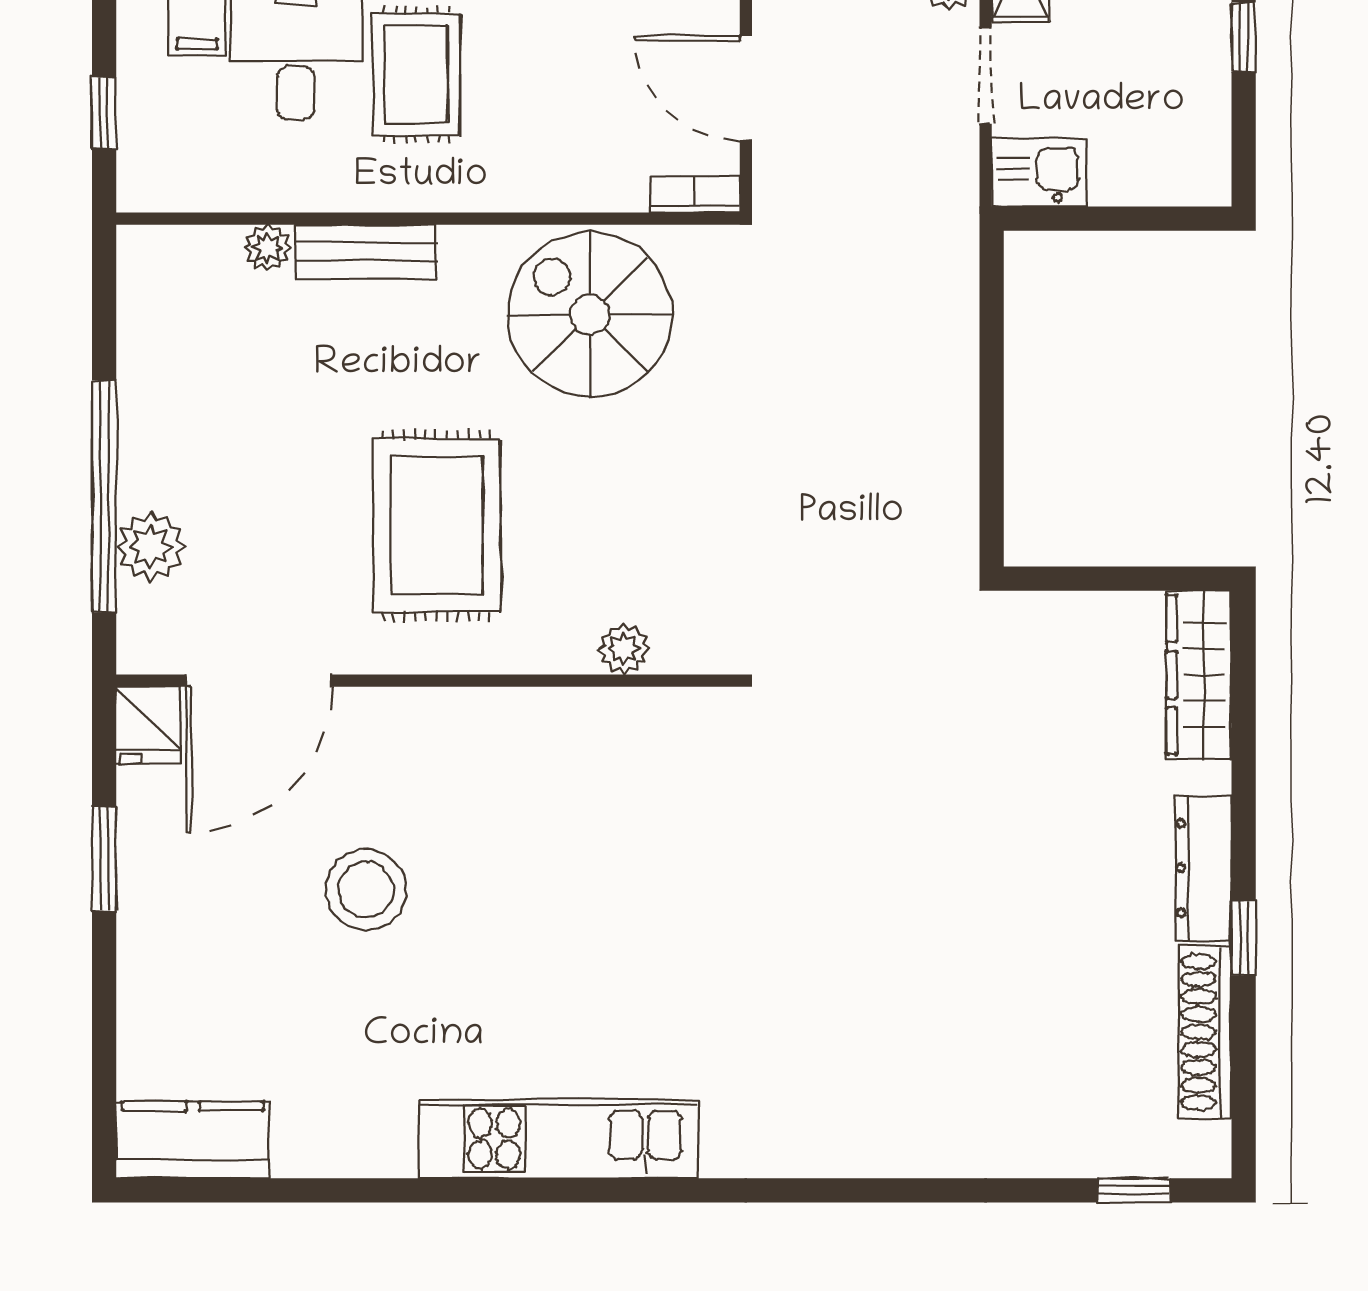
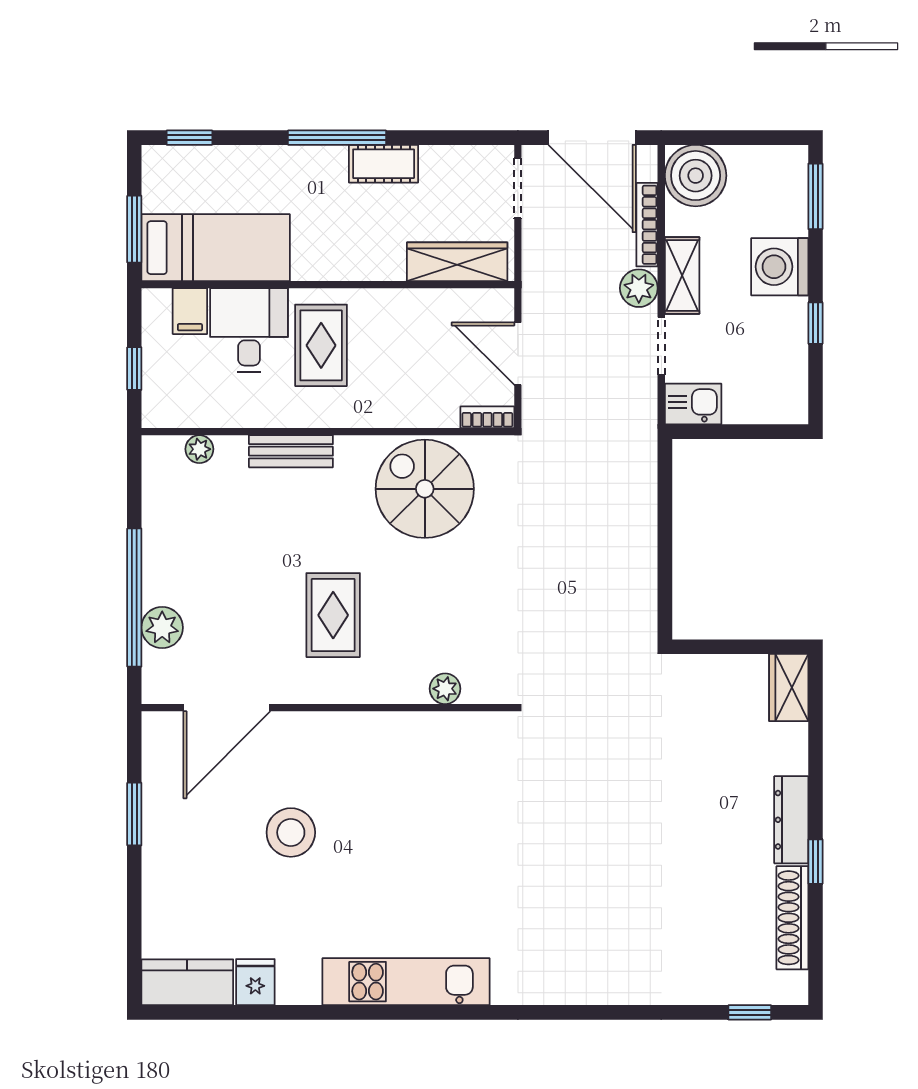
plant: (268, 248) -> (199, 449), moved
rug: (437, 526) -> (333, 615), width x0.73, depth x0.70
wardrobe: (1199, 675) -> (789, 687), width x0.67
fridge: (148, 725) -> (255, 982), moved, turned 180

